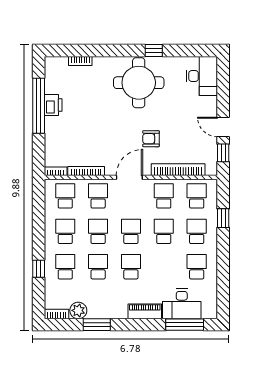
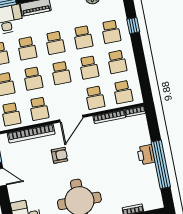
printer: (53, 105) -> (146, 155), moved
school desk: (164, 267) -> (27, 48), added

